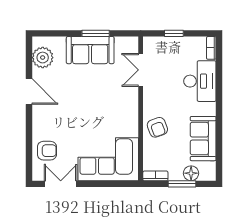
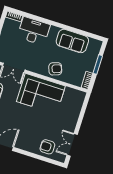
armchair: (47, 151) -> (47, 147), turned -90
corner sofa: (108, 159) -> (41, 94), moved, turned -90
floor lamp: (191, 173) -> (93, 56), removed

